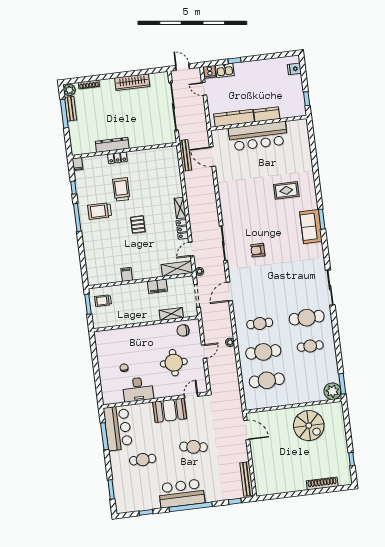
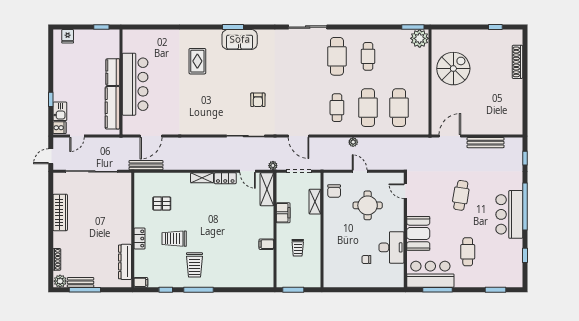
dresser: (112, 145) -> (125, 262), moved
pallet: (138, 224) -> (162, 203), moved
trolley: (103, 301) -> (298, 248), moved
booth: (170, 410) -> (418, 233), moved
bench: (247, 479) -> (486, 143), moved

